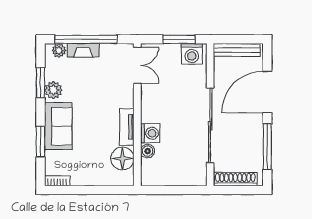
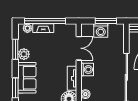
washing machine: (192, 54) -> (101, 30), moved
double door: (137, 65) -> (79, 48), moved
washing machine: (150, 133) -> (87, 70), moved

